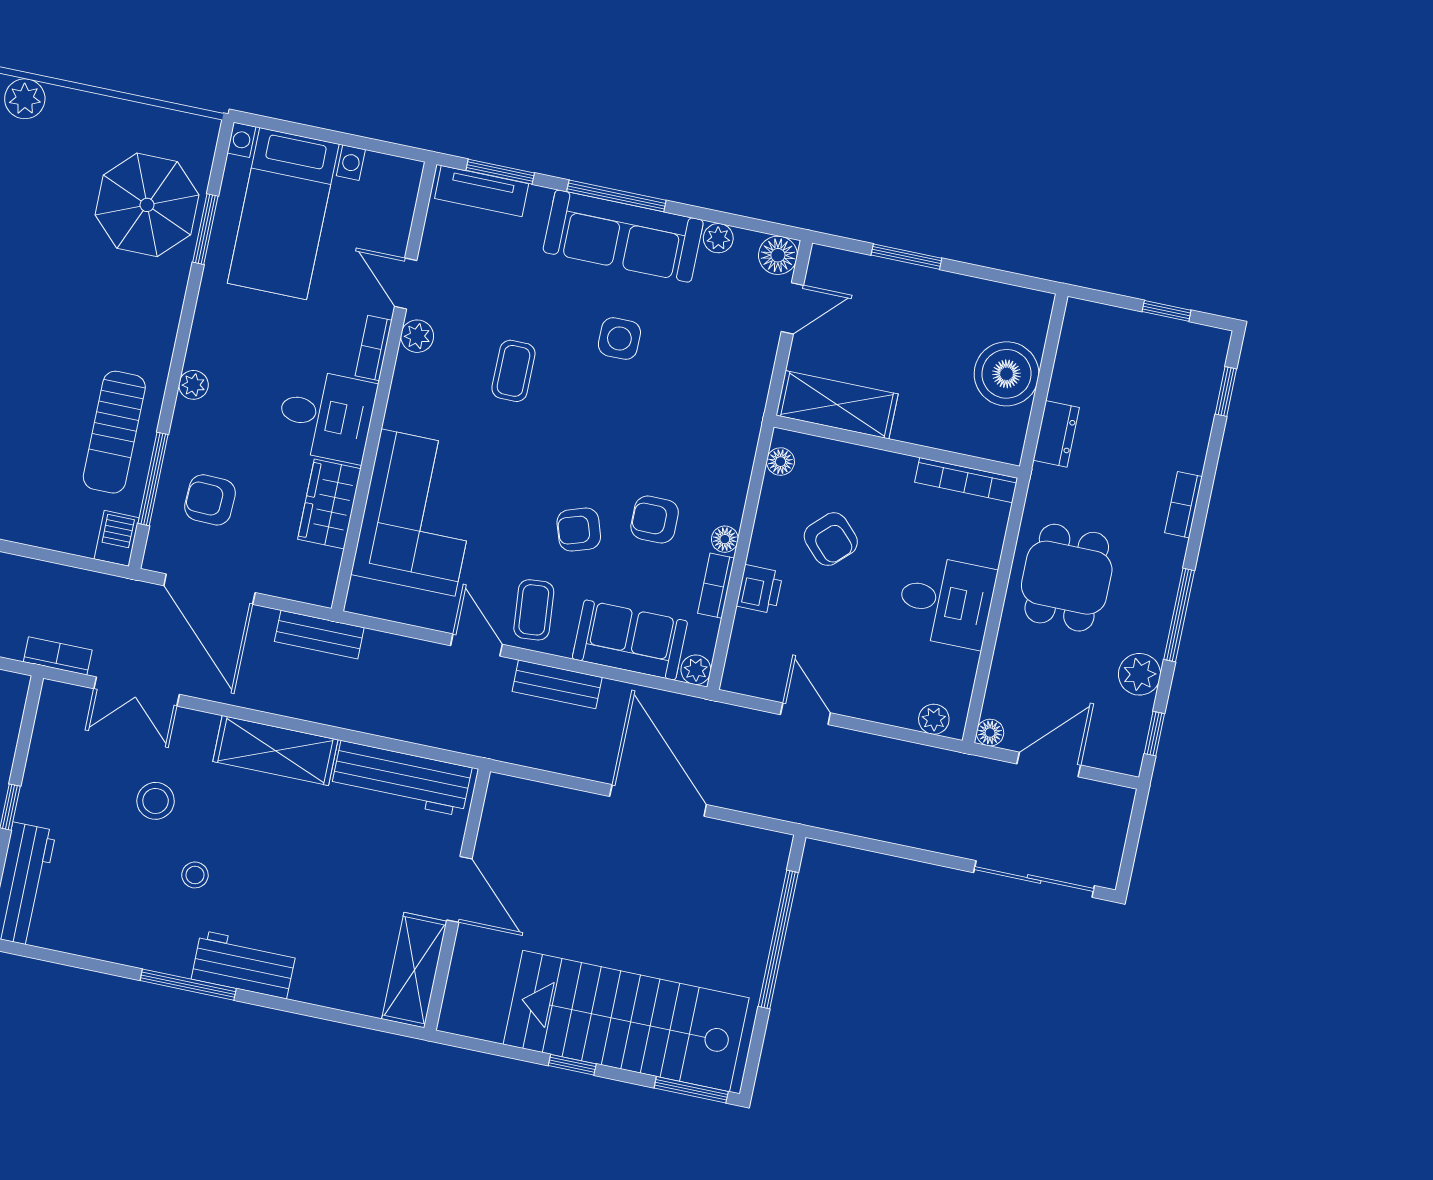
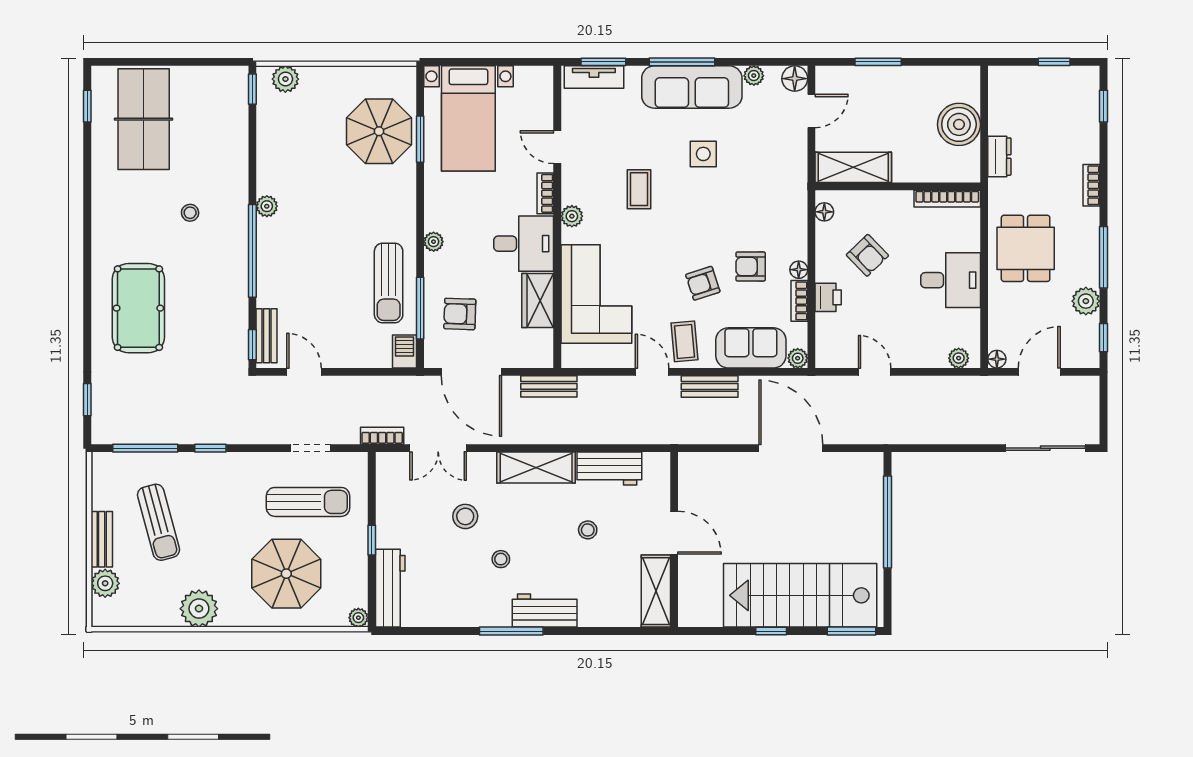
plant: (417, 336) -> (572, 216), moved
workbench: (401, 778) -> (609, 469), width x0.73
stool: (332, 859) -> (588, 530), added

